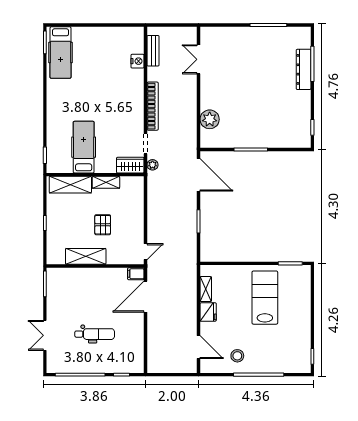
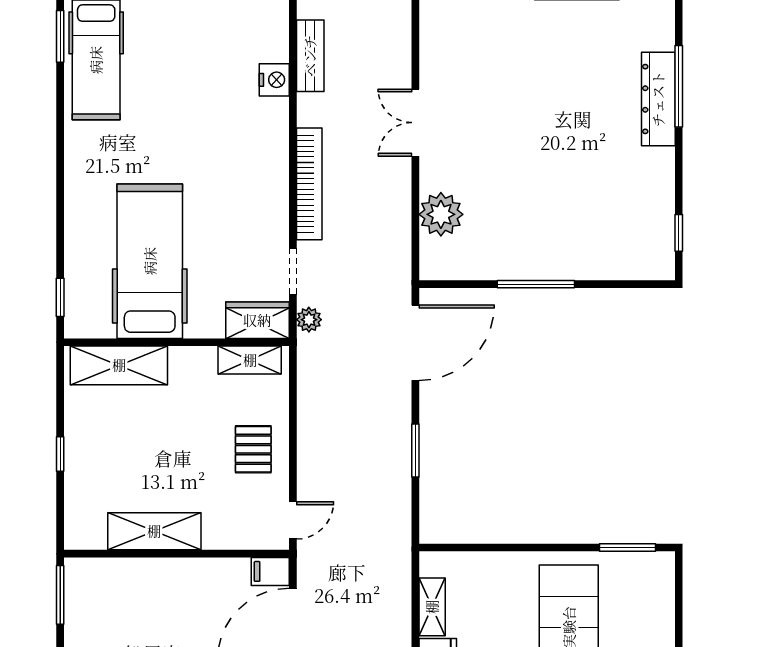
double door: (199, 59) -> (415, 123), moved
hospital bed: (84, 147) -> (150, 261), width x1.37, depth x1.29
door: (199, 175) -> (415, 343), hinge flipped
shelving: (106, 182) -> (250, 360), moved
pallet: (103, 225) -> (253, 449), moved

